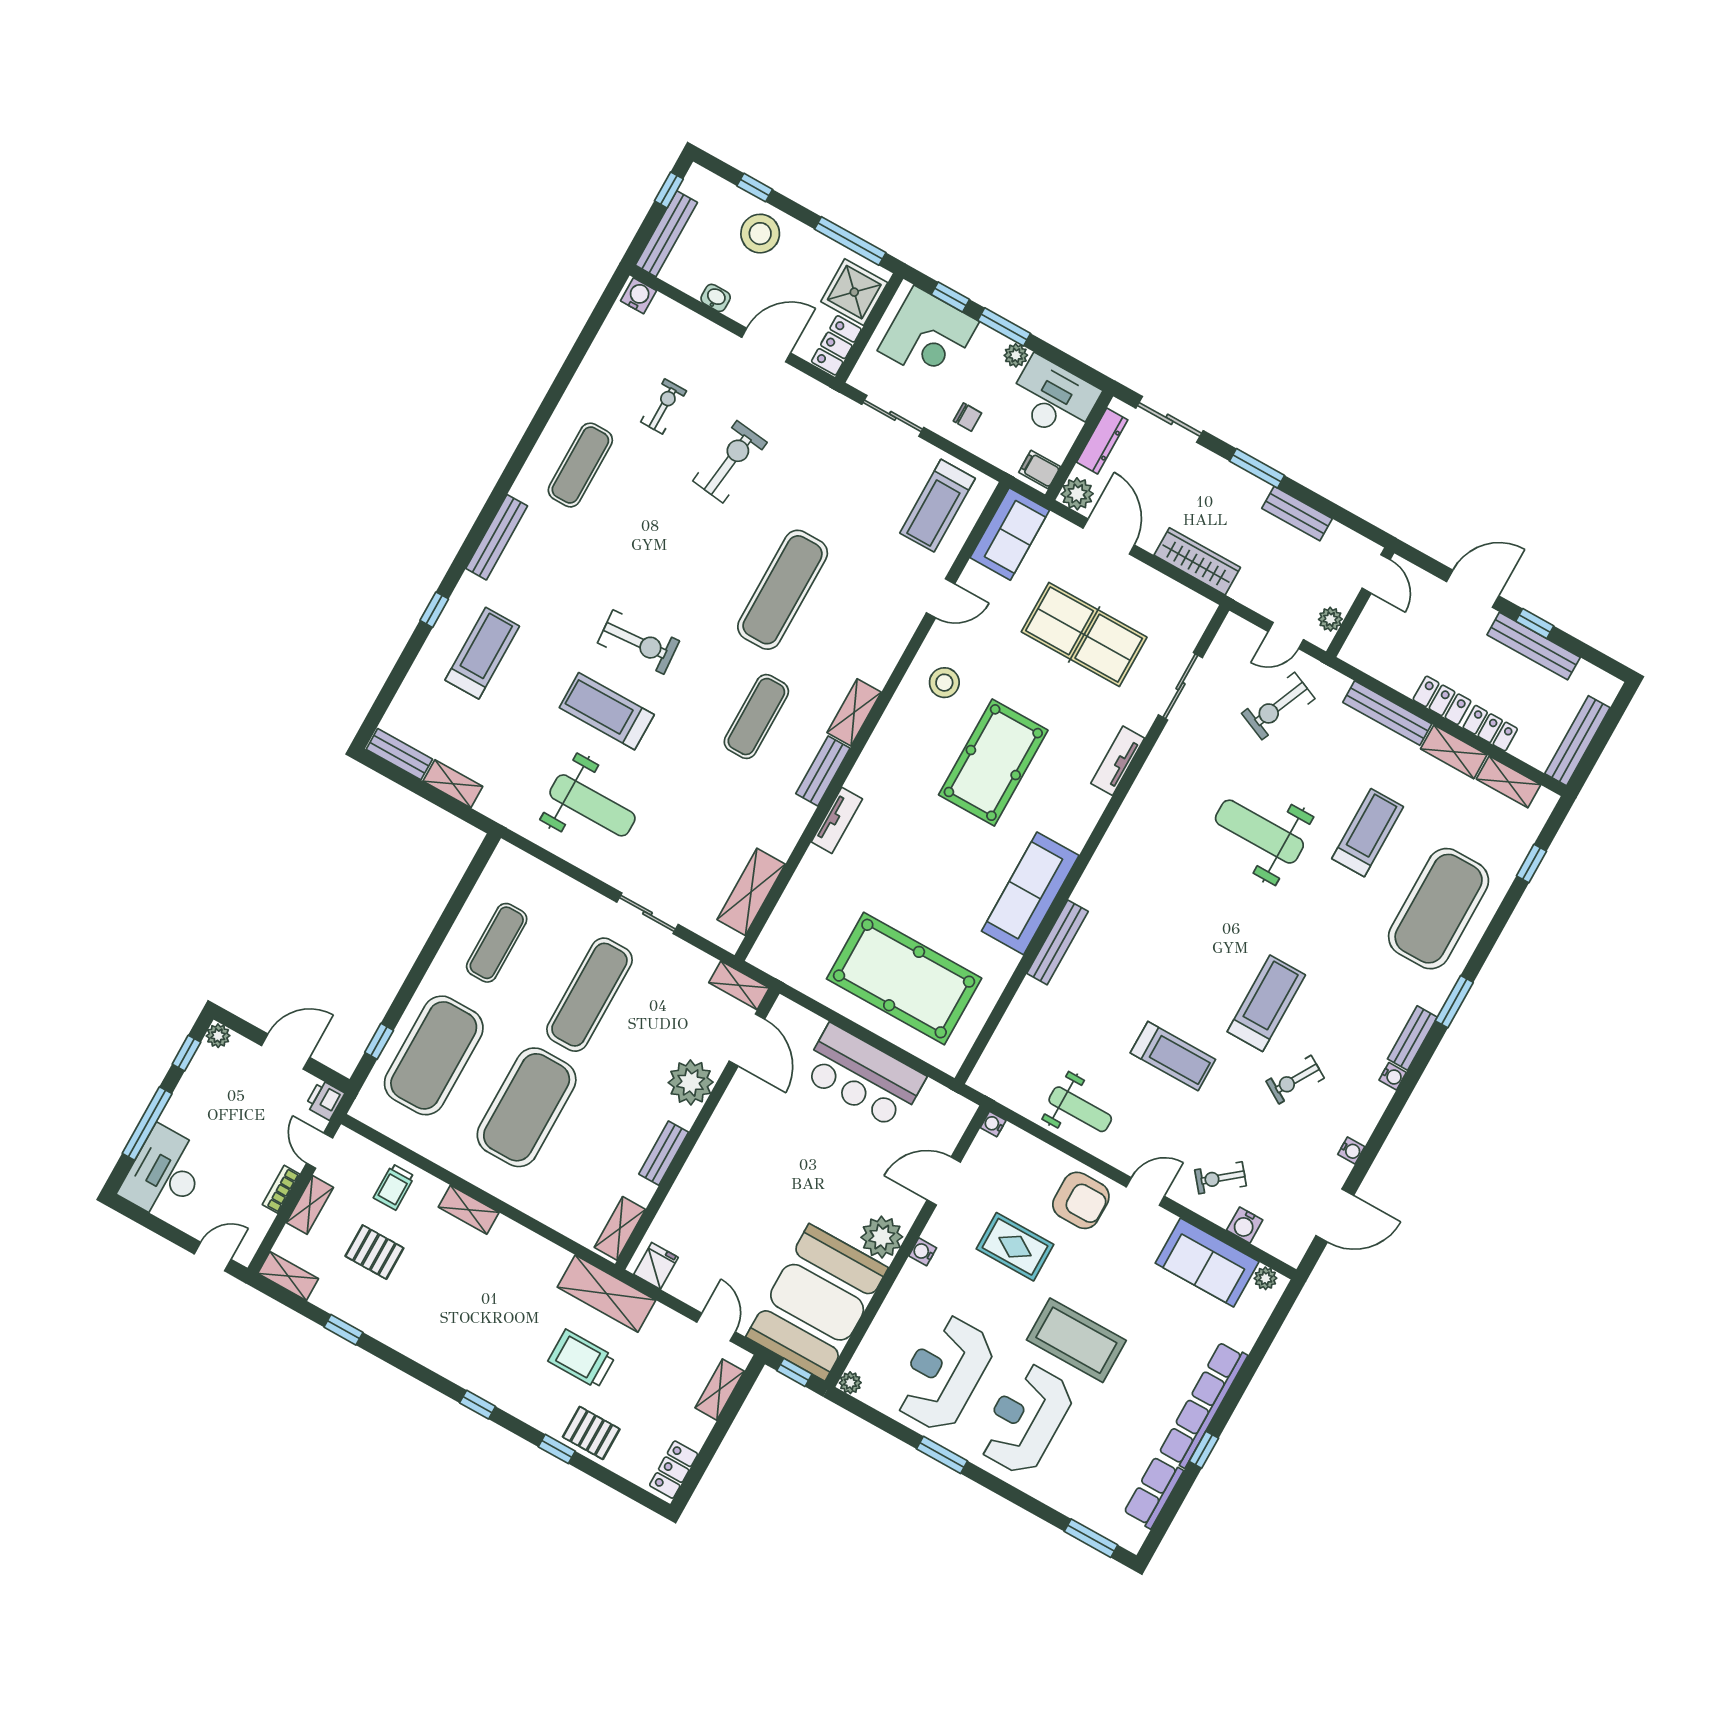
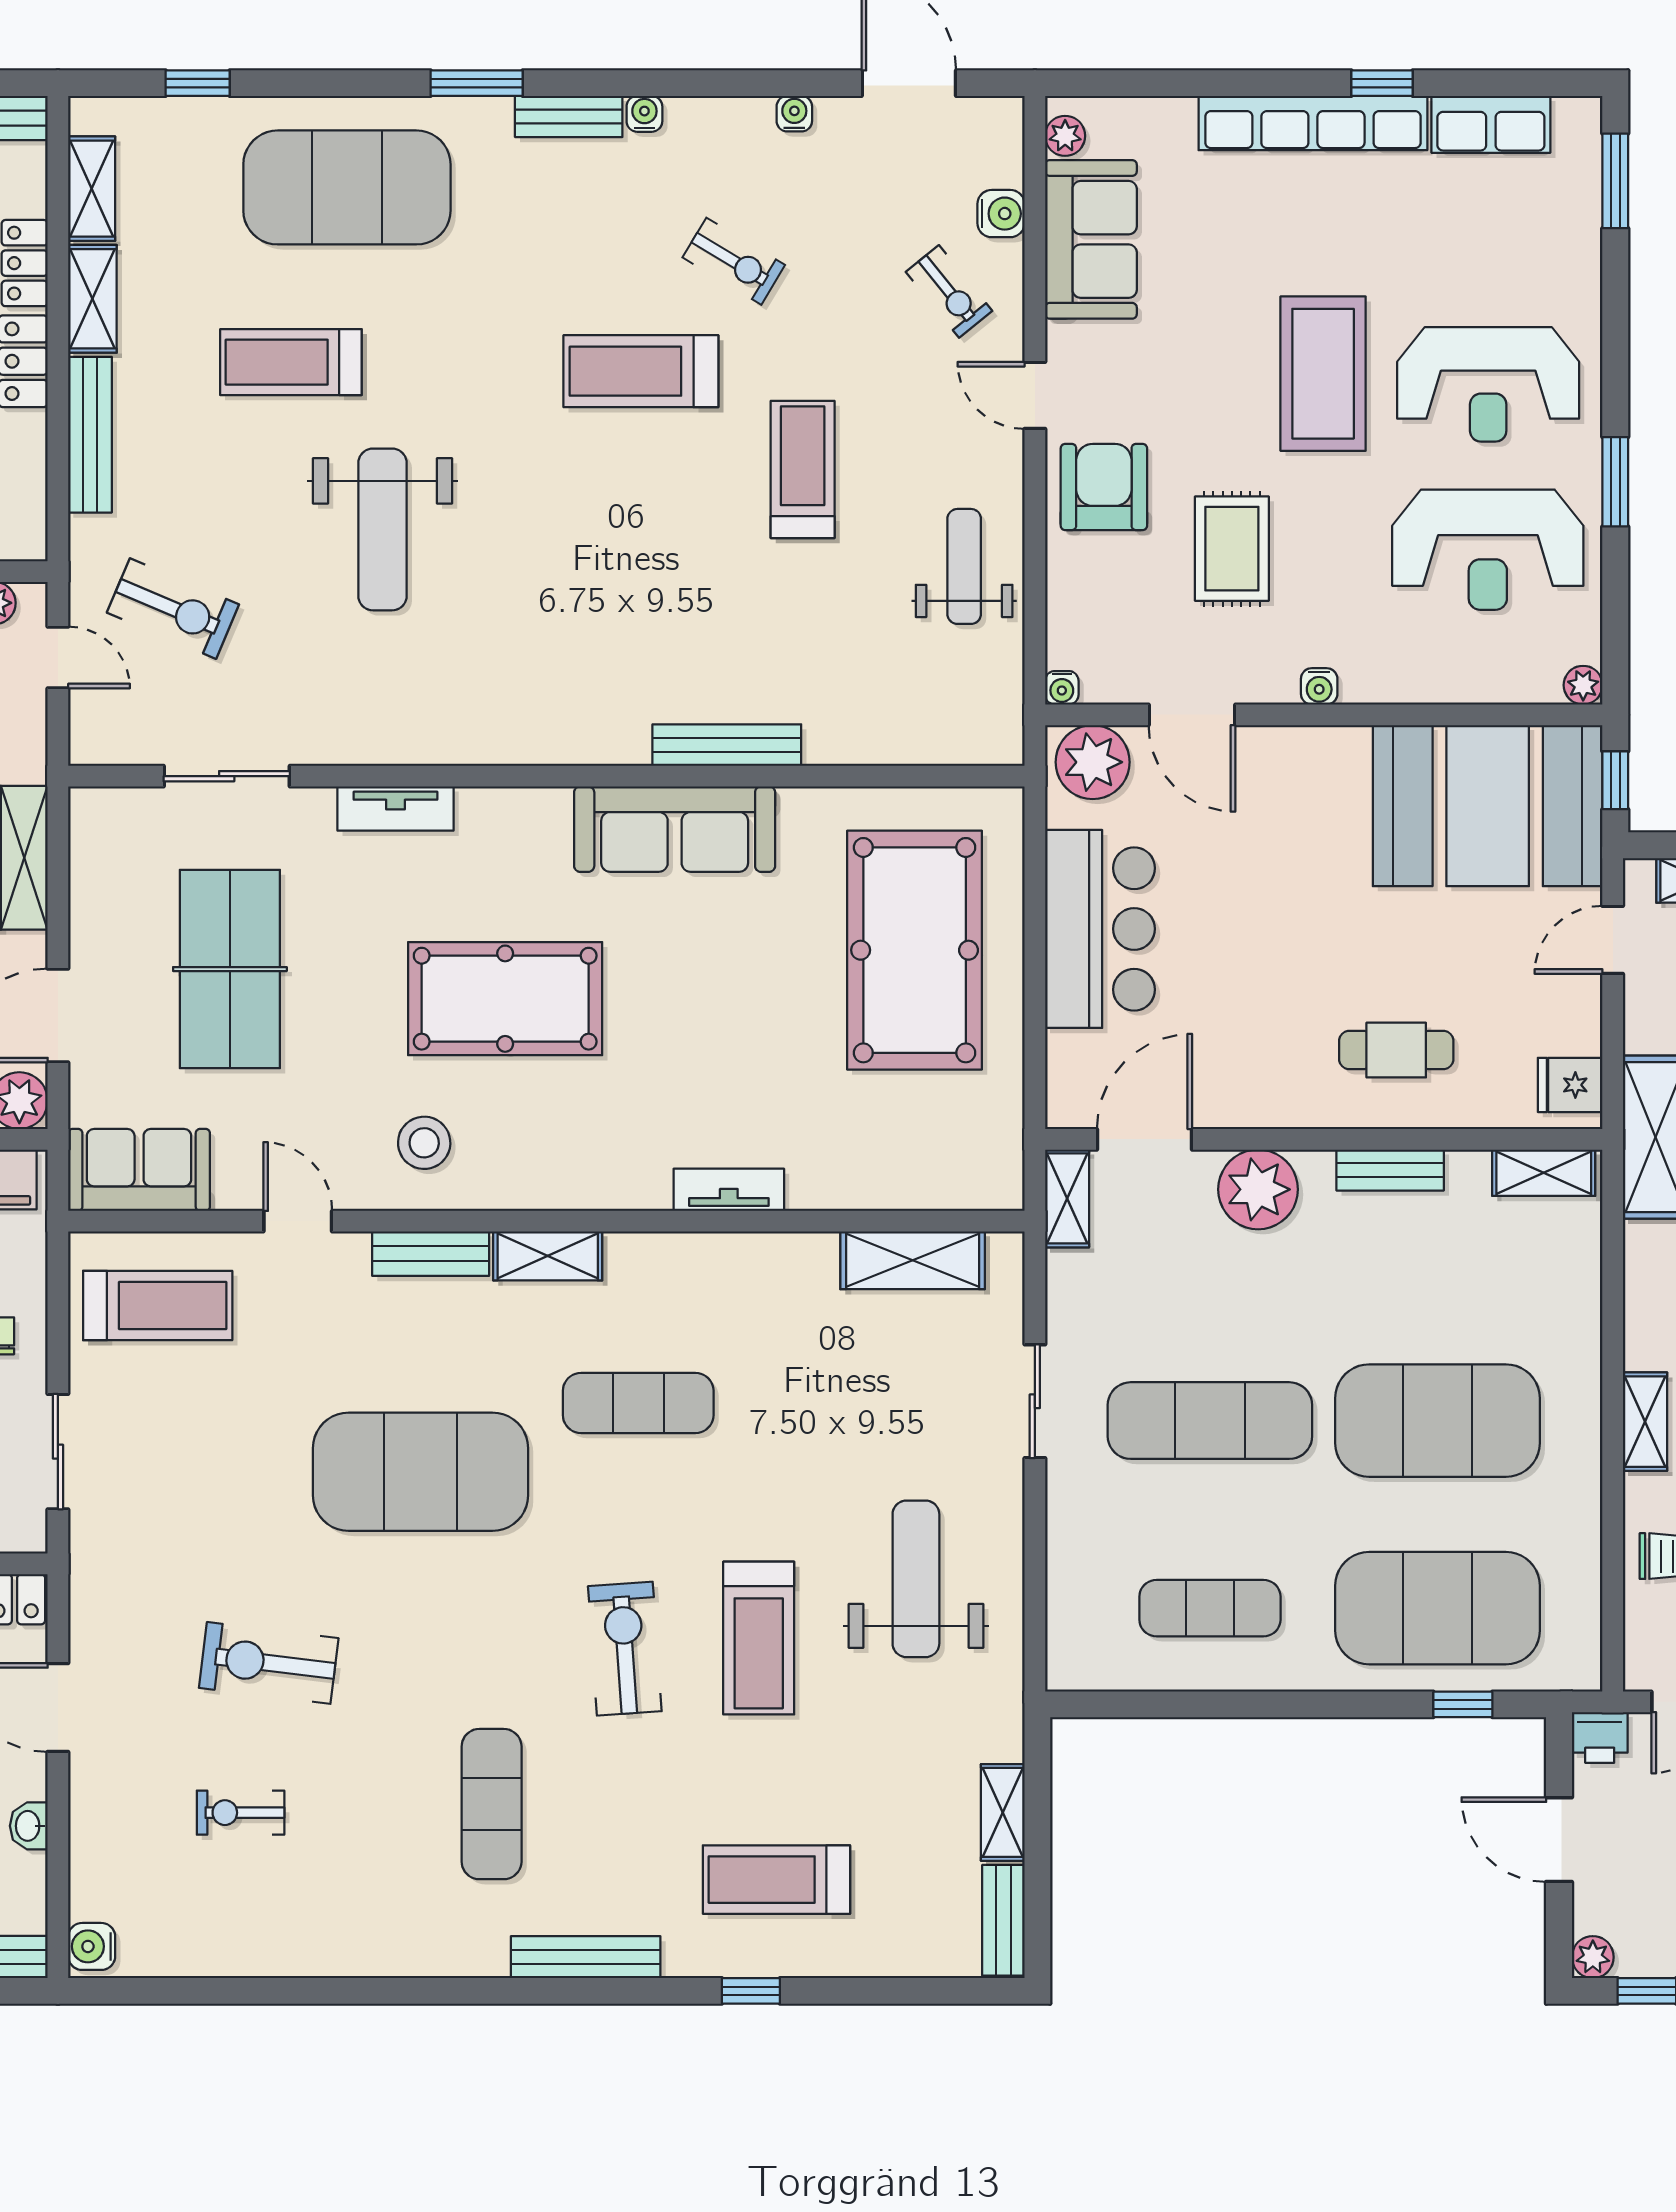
exercise mat: (580, 465) -> (492, 1804), moved, turned 90
exercise mat: (783, 590) -> (421, 1472), width x1.47
bench: (823, 771) -> (431, 1254), moved
cafe table: (721, 1189) -> (1396, 1050), added
plant: (882, 1237) -> (1093, 762), moved

